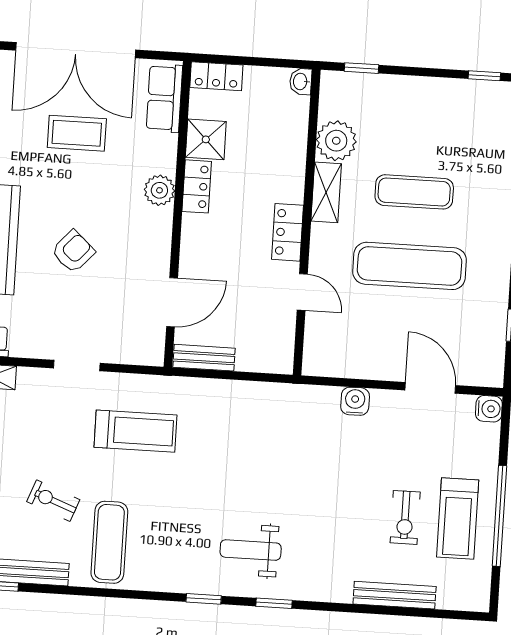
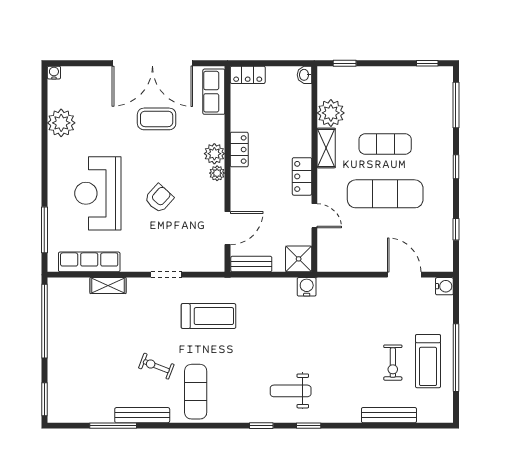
shower: (206, 139) -> (299, 259), moved
plant: (162, 220) -> (217, 173), added
water cooler: (355, 401) -> (307, 287), moved

